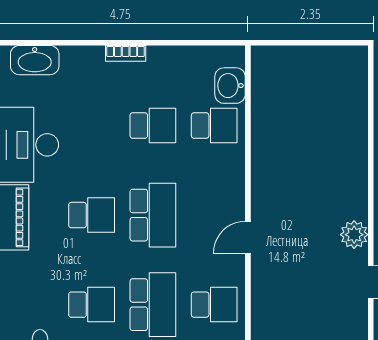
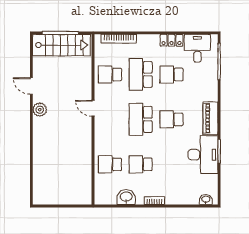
washbasin: (35, 60) -> (206, 199), width x0.52, depth x0.69
washbasin: (230, 86) -> (126, 197), moved, turned -90
door: (248, 237) -> (93, 108), swing flipped

